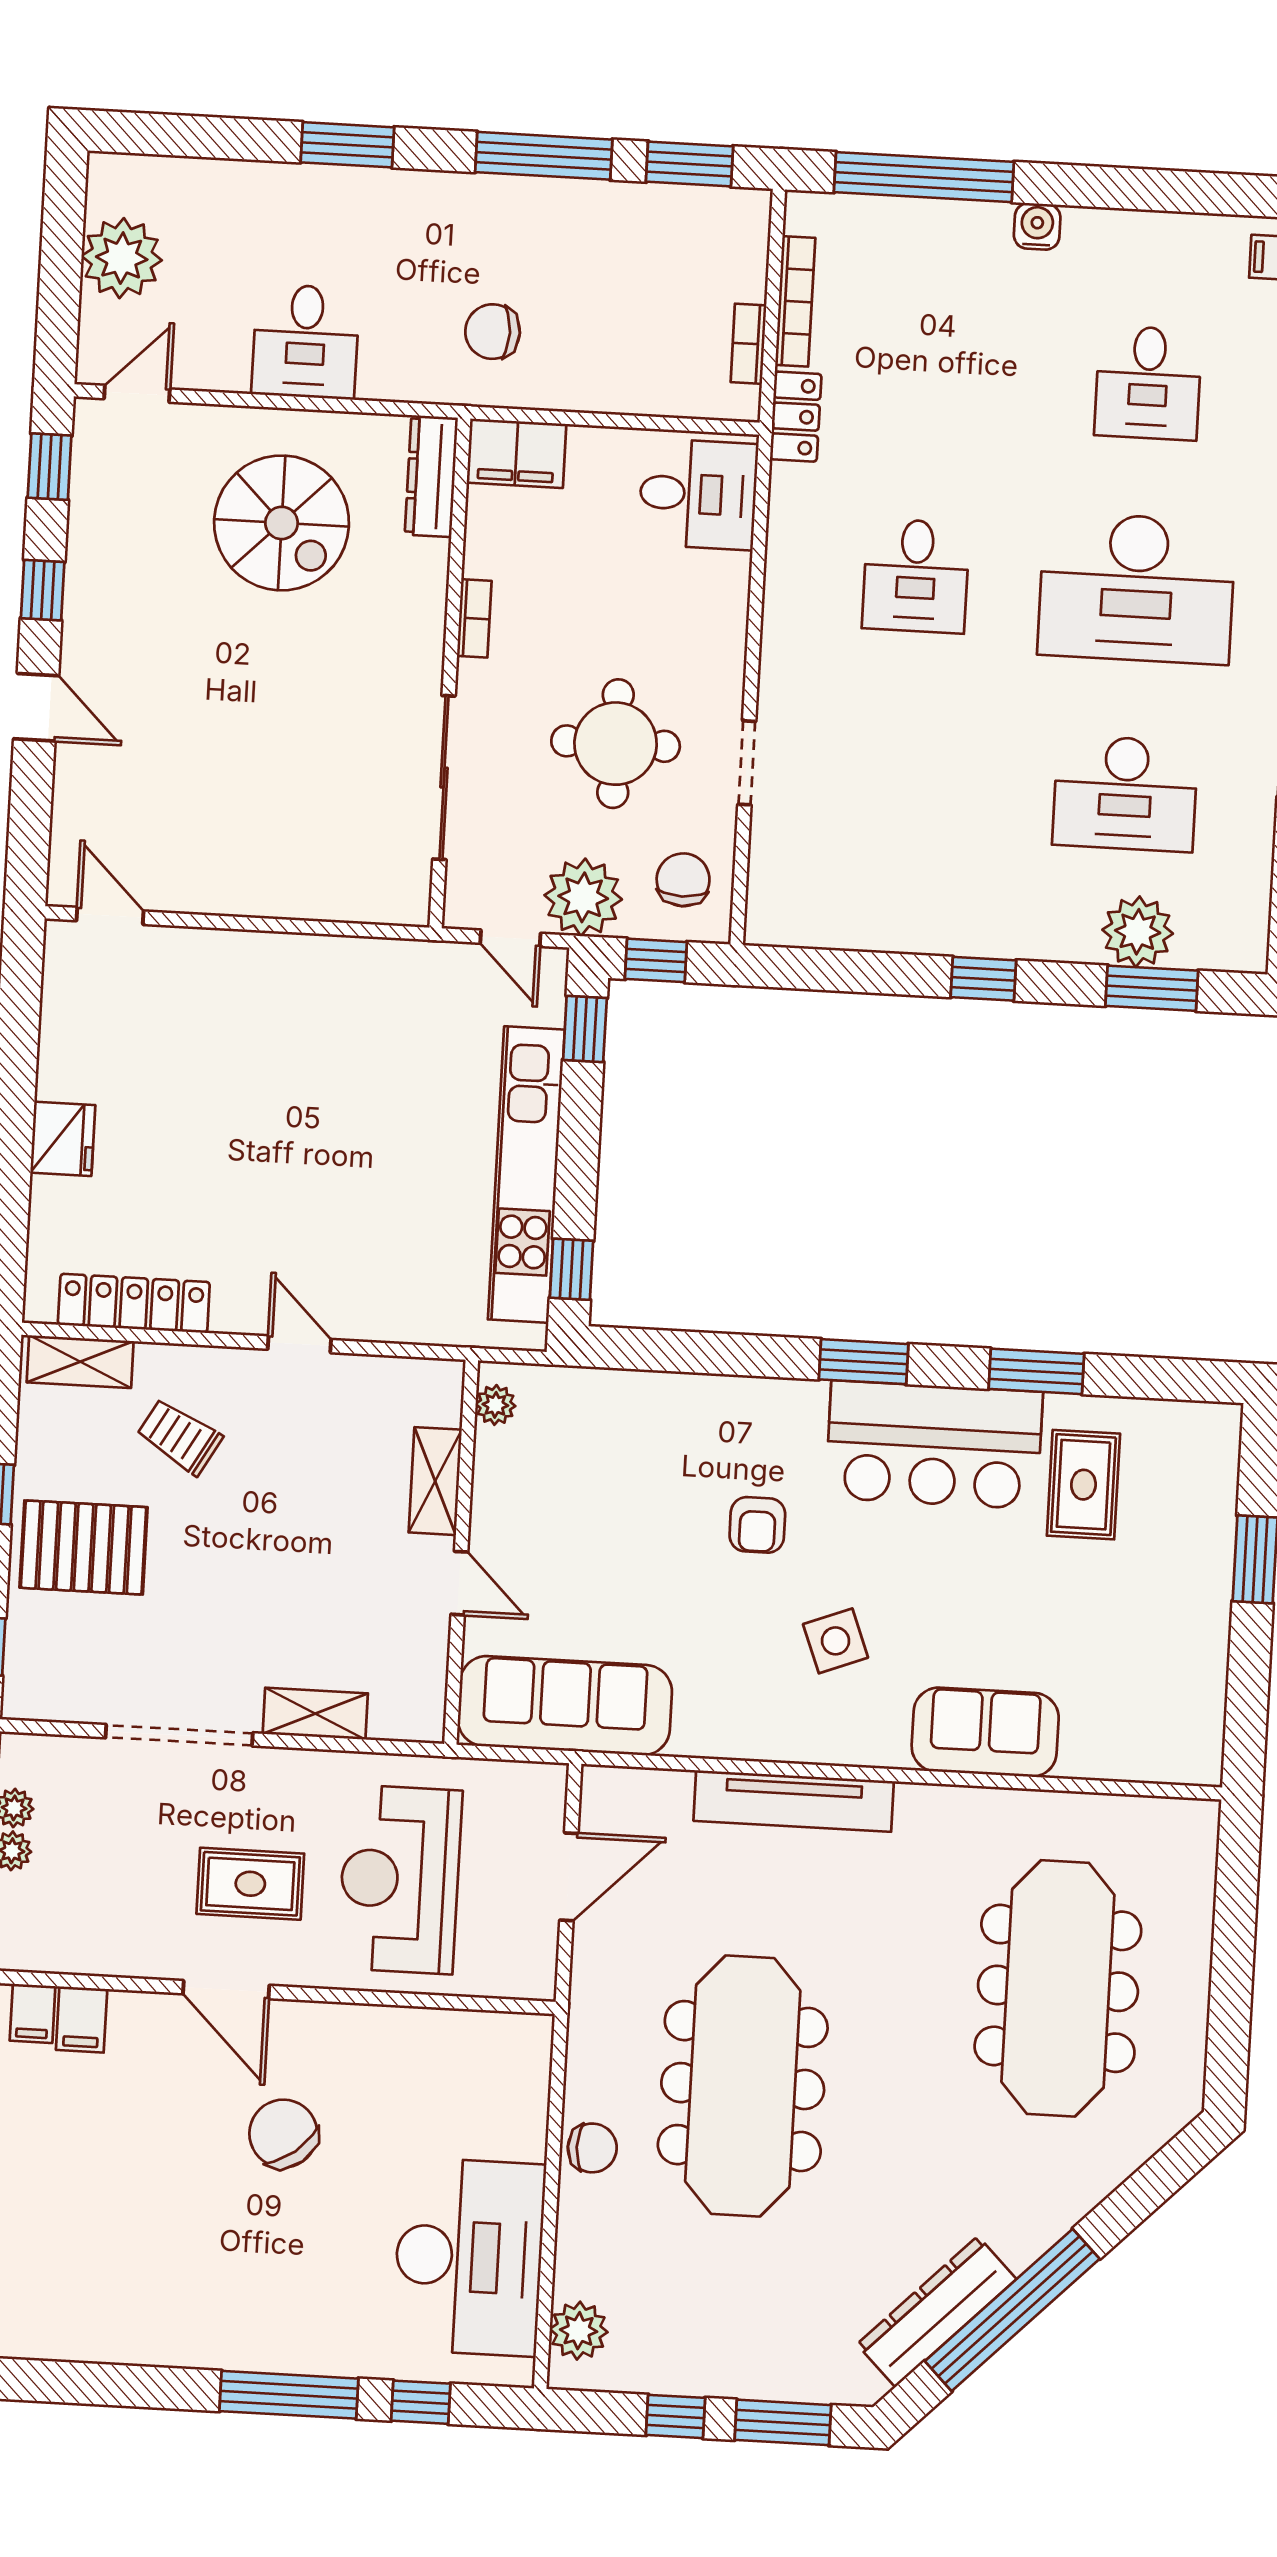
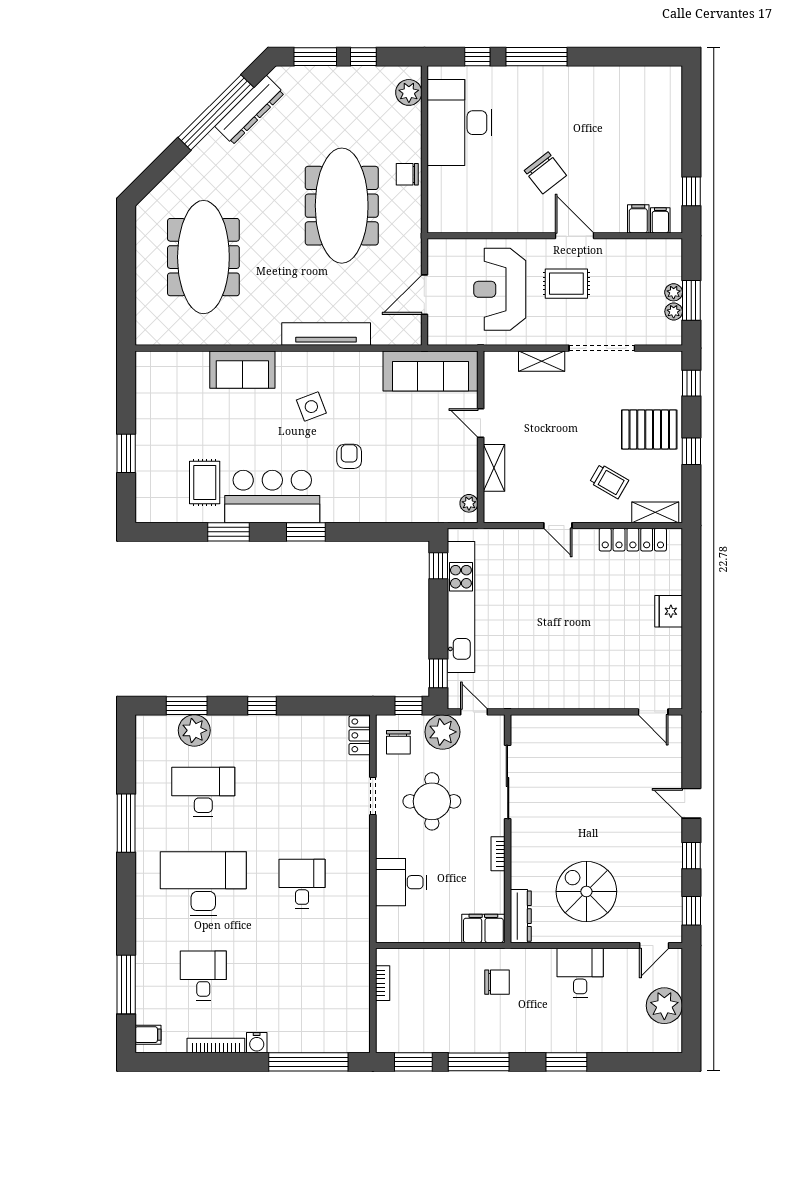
bookcase: (795, 301) -> (216, 1045), moved, turned 90
locker: (796, 417) -> (360, 735), moved
desk: (698, 494) -> (401, 882), moved
reception desk: (400, 1879) -> (500, 289), turned 180

